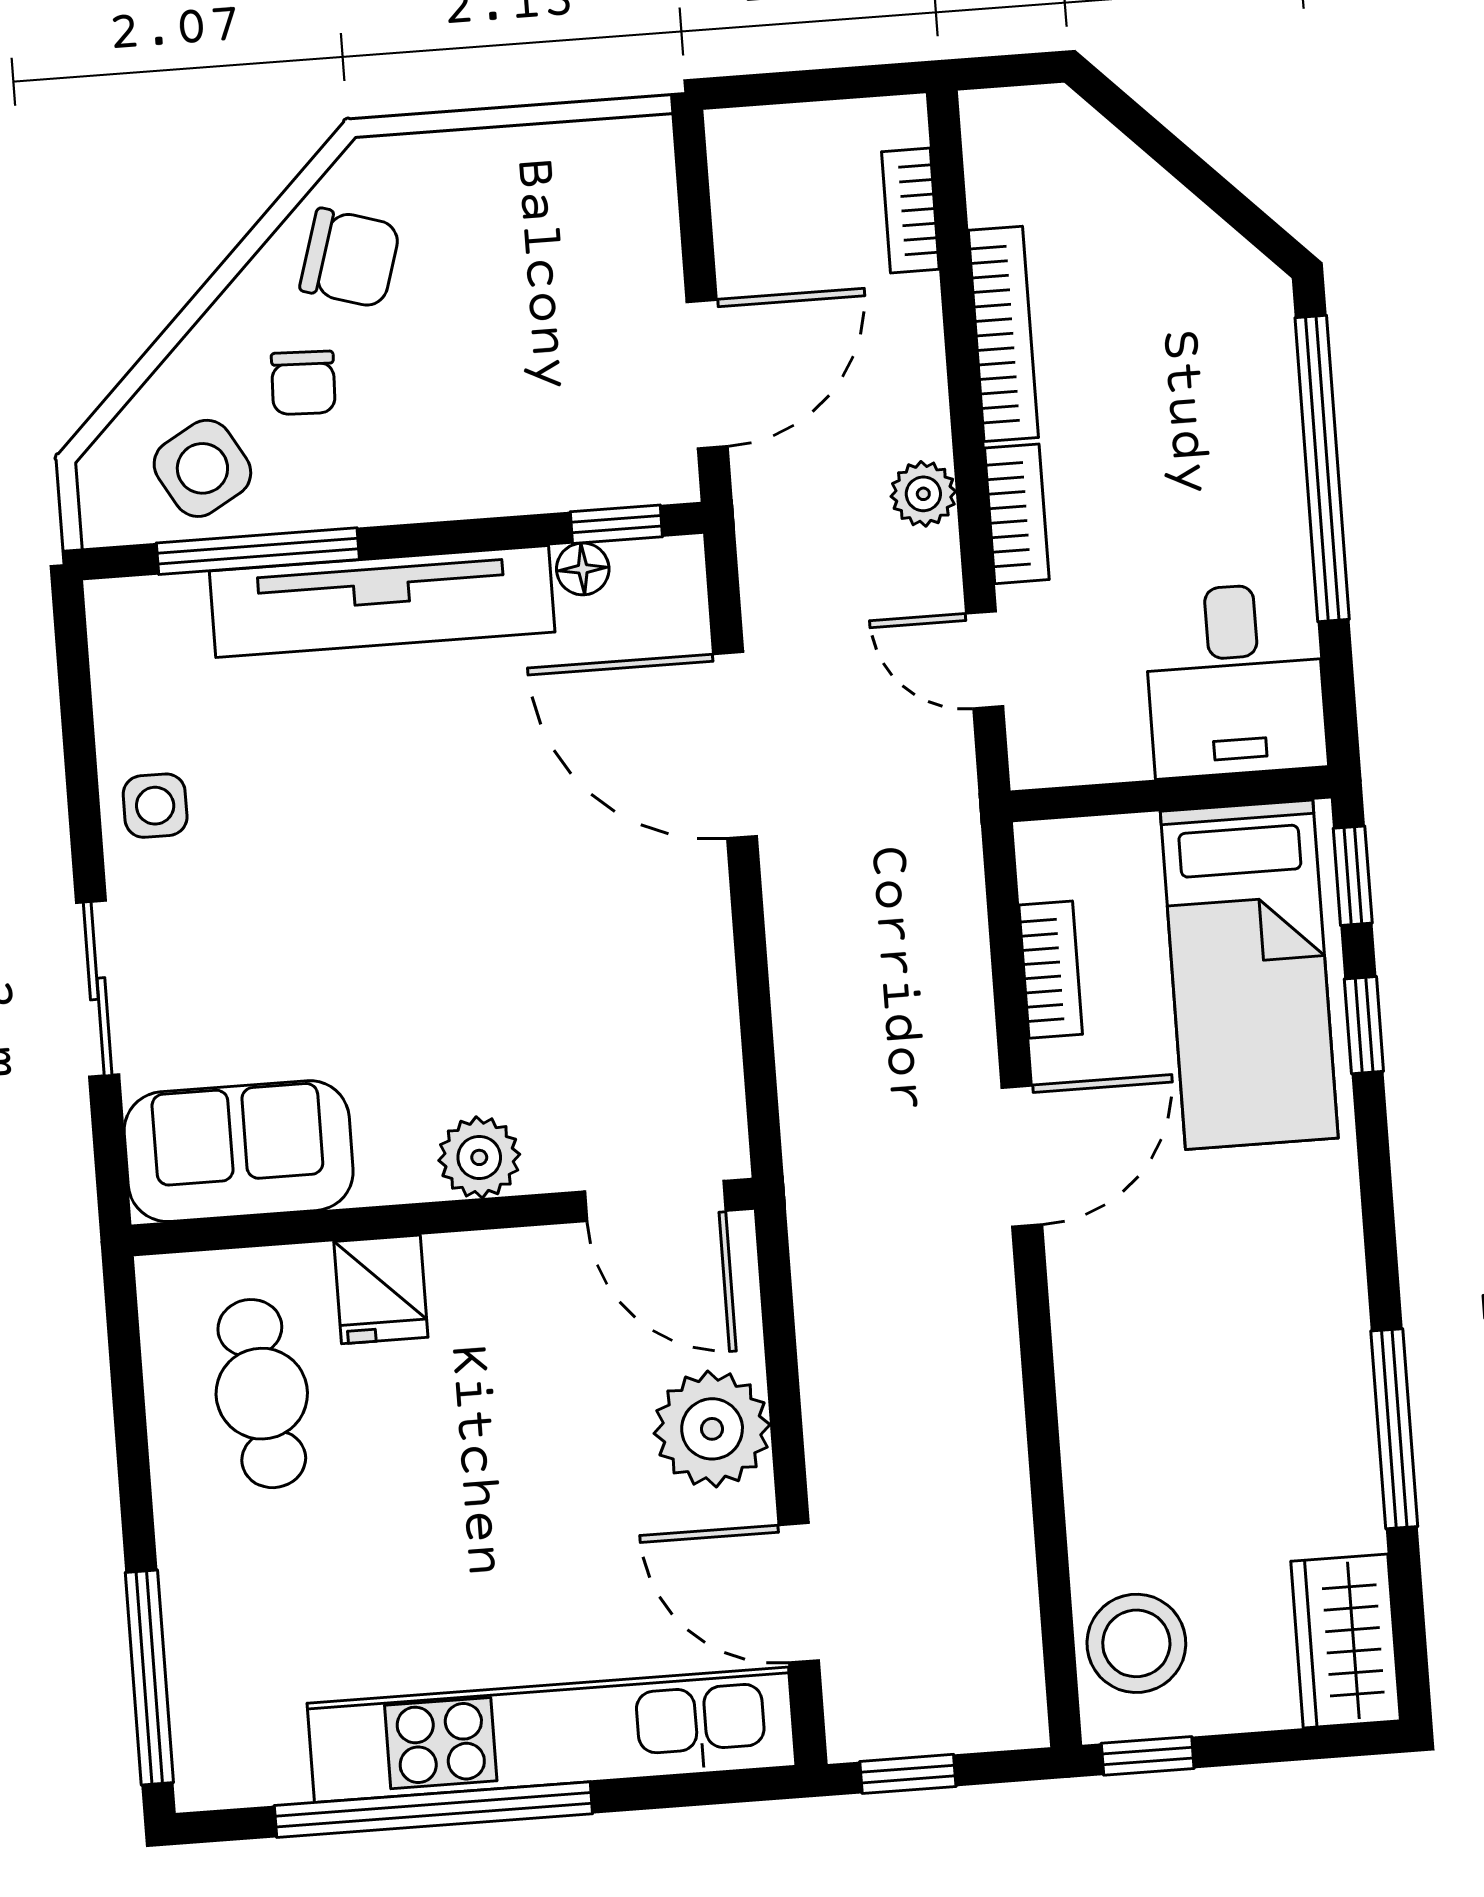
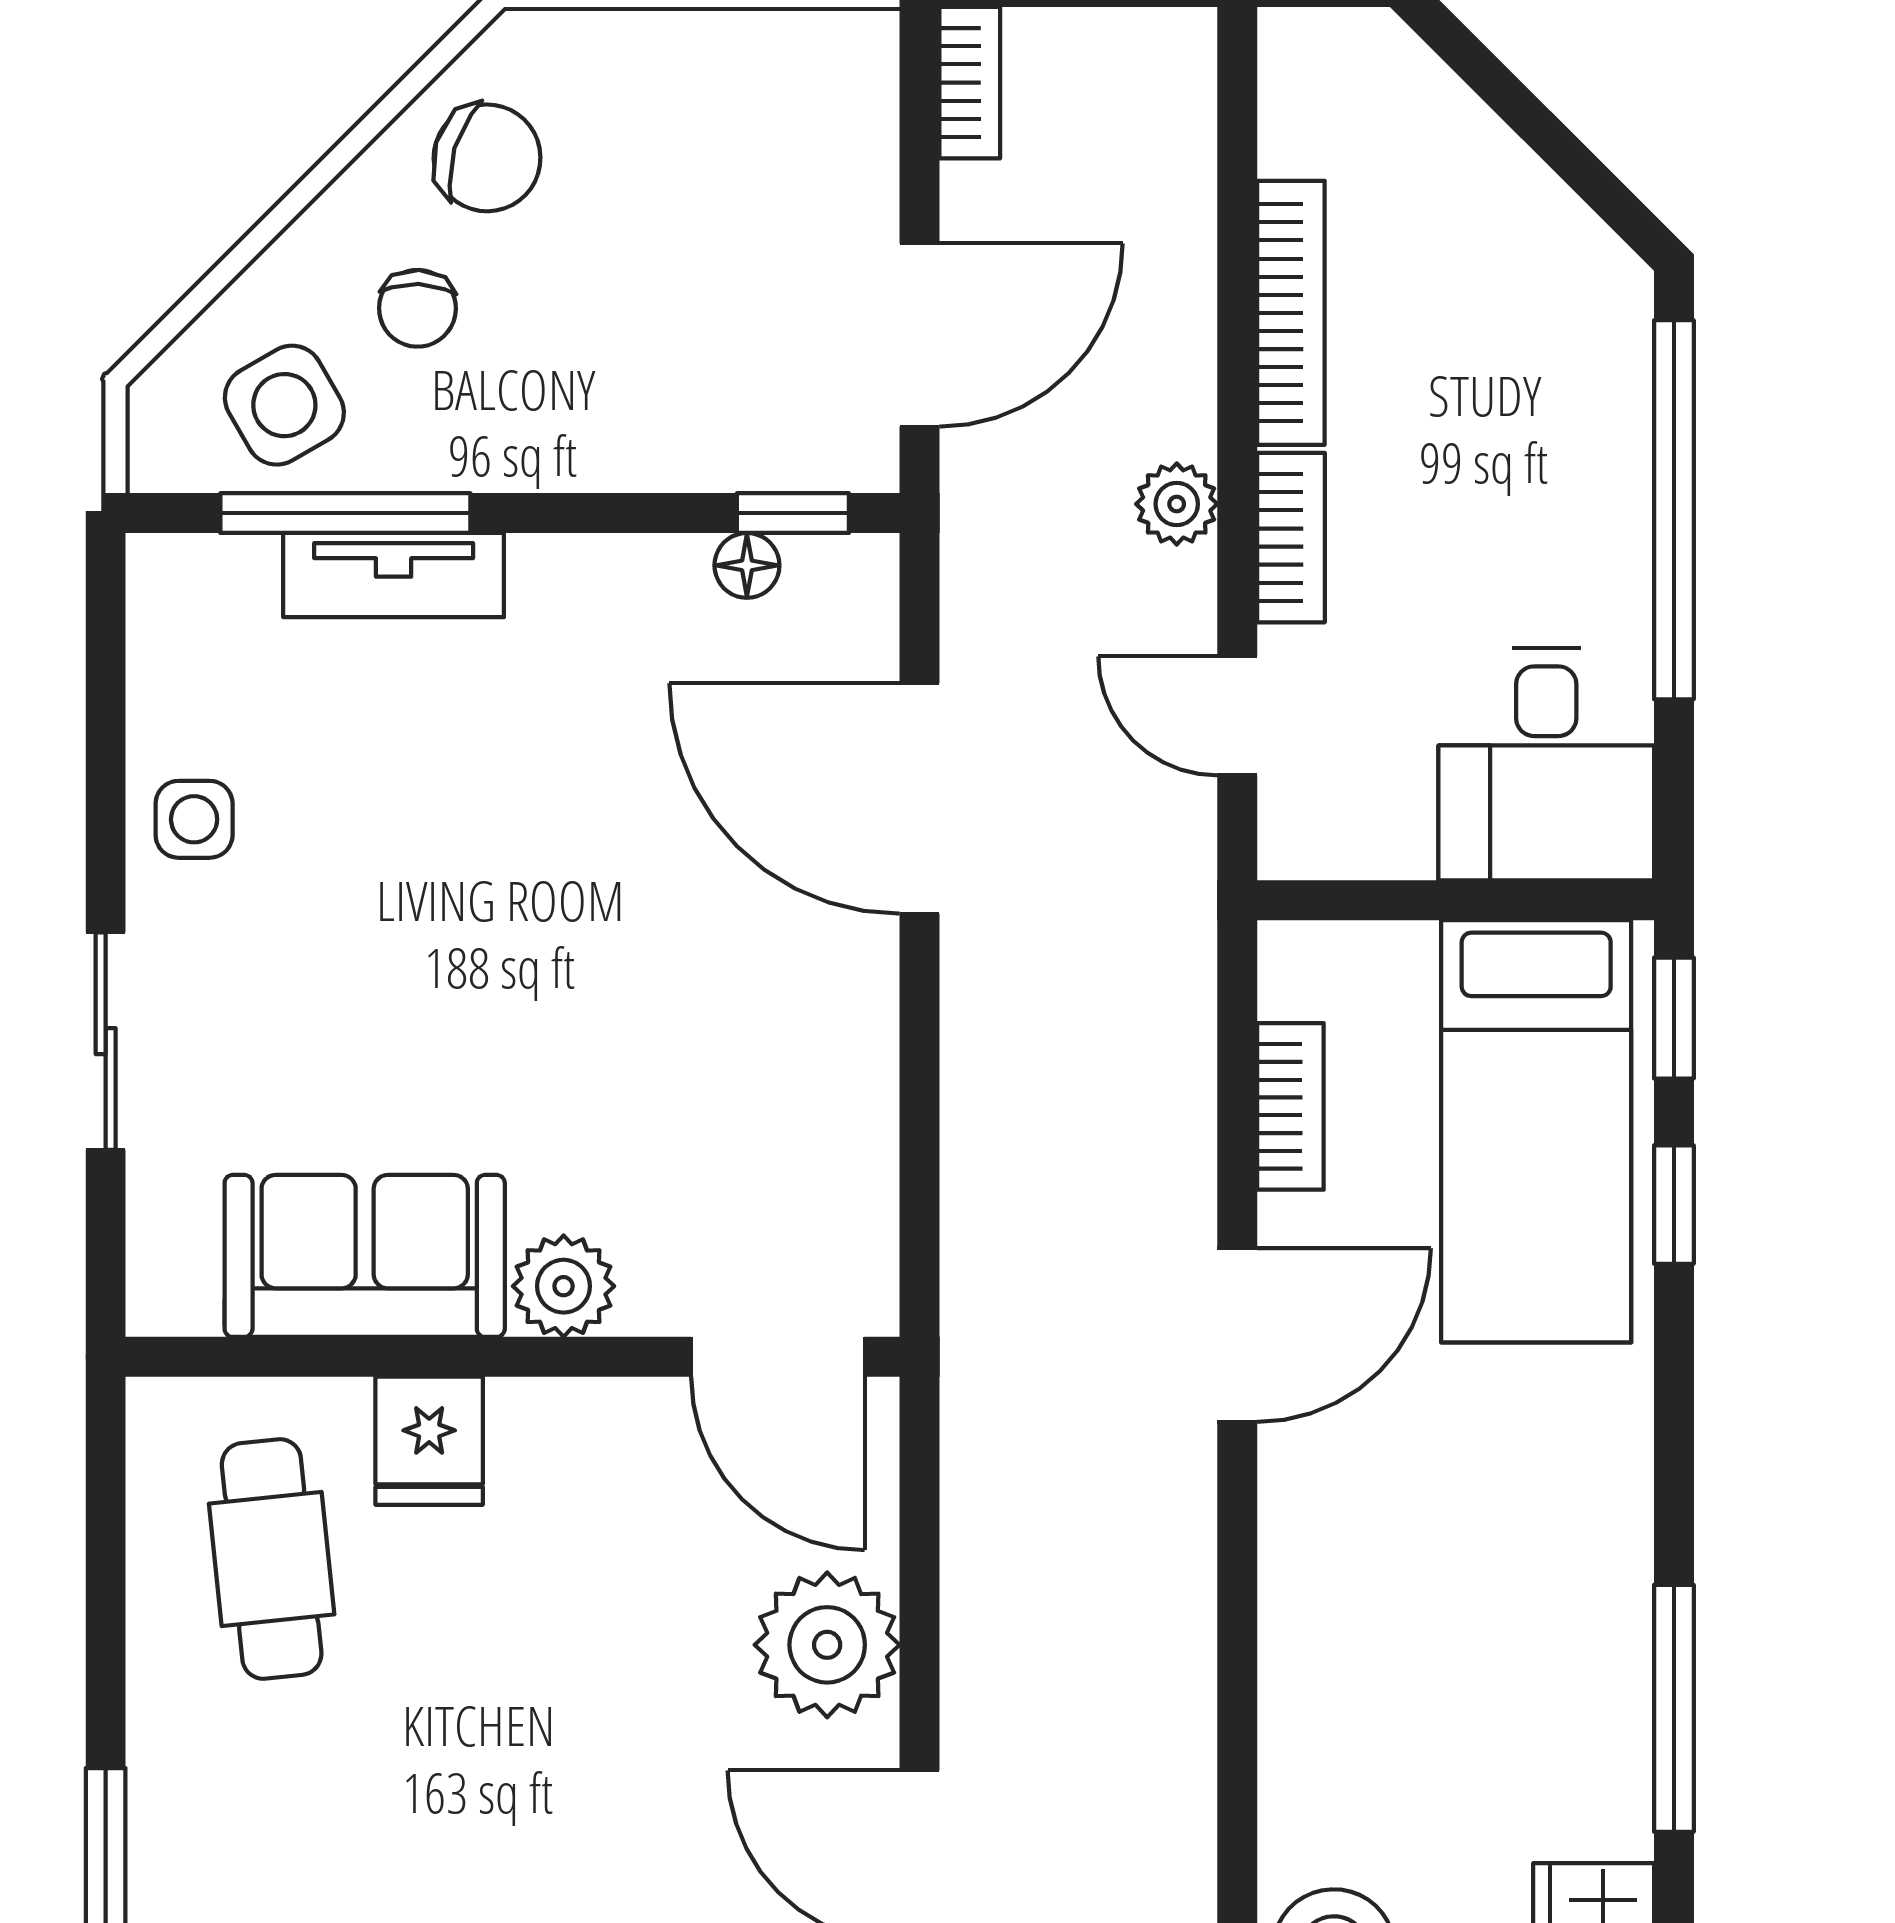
bookcase: (910, 211) -> (970, 83), moved, turned 180
tv unit: (382, 601) -> (394, 575), width x0.52, depth x0.78
sofa: (239, 1151) -> (365, 1256), moved

